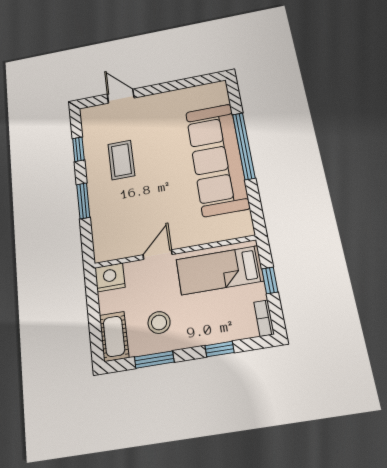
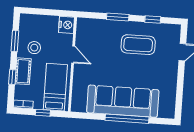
coffee table: (121, 160) -> (138, 45), width x1.36, depth x1.32
cot: (114, 336) -> (23, 71), moved, turned 90

